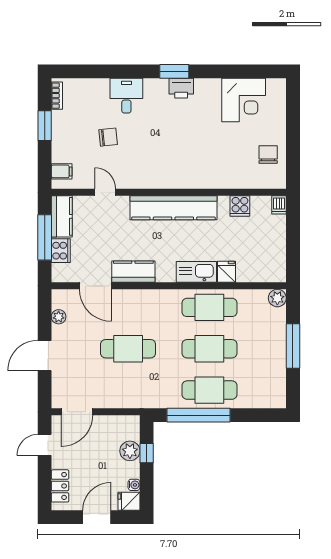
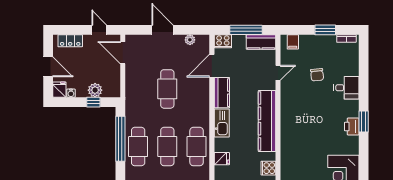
cooker: (61, 251) -> (223, 41), moved
kitchen sink: (196, 272) -> (222, 123), moved

